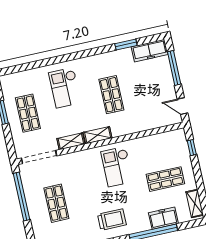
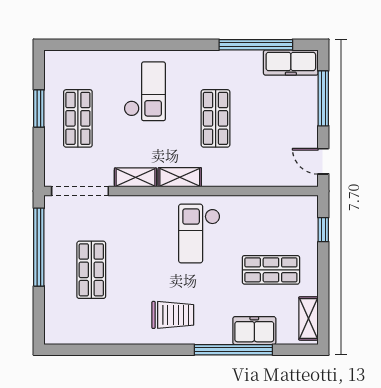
window: (126, 45) -> (256, 45), width x2.11
checkout: (65, 88) -> (145, 91), turned 180

